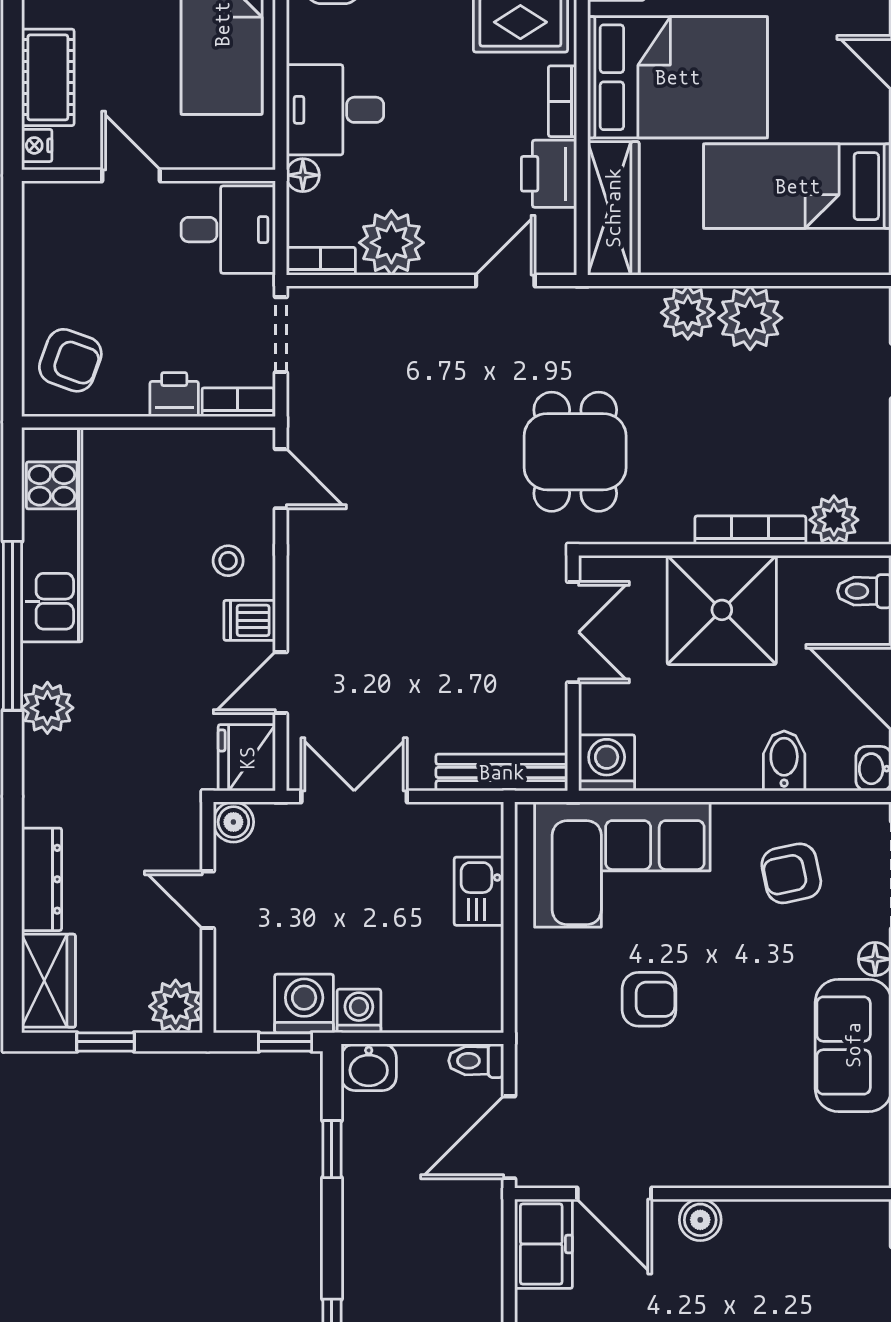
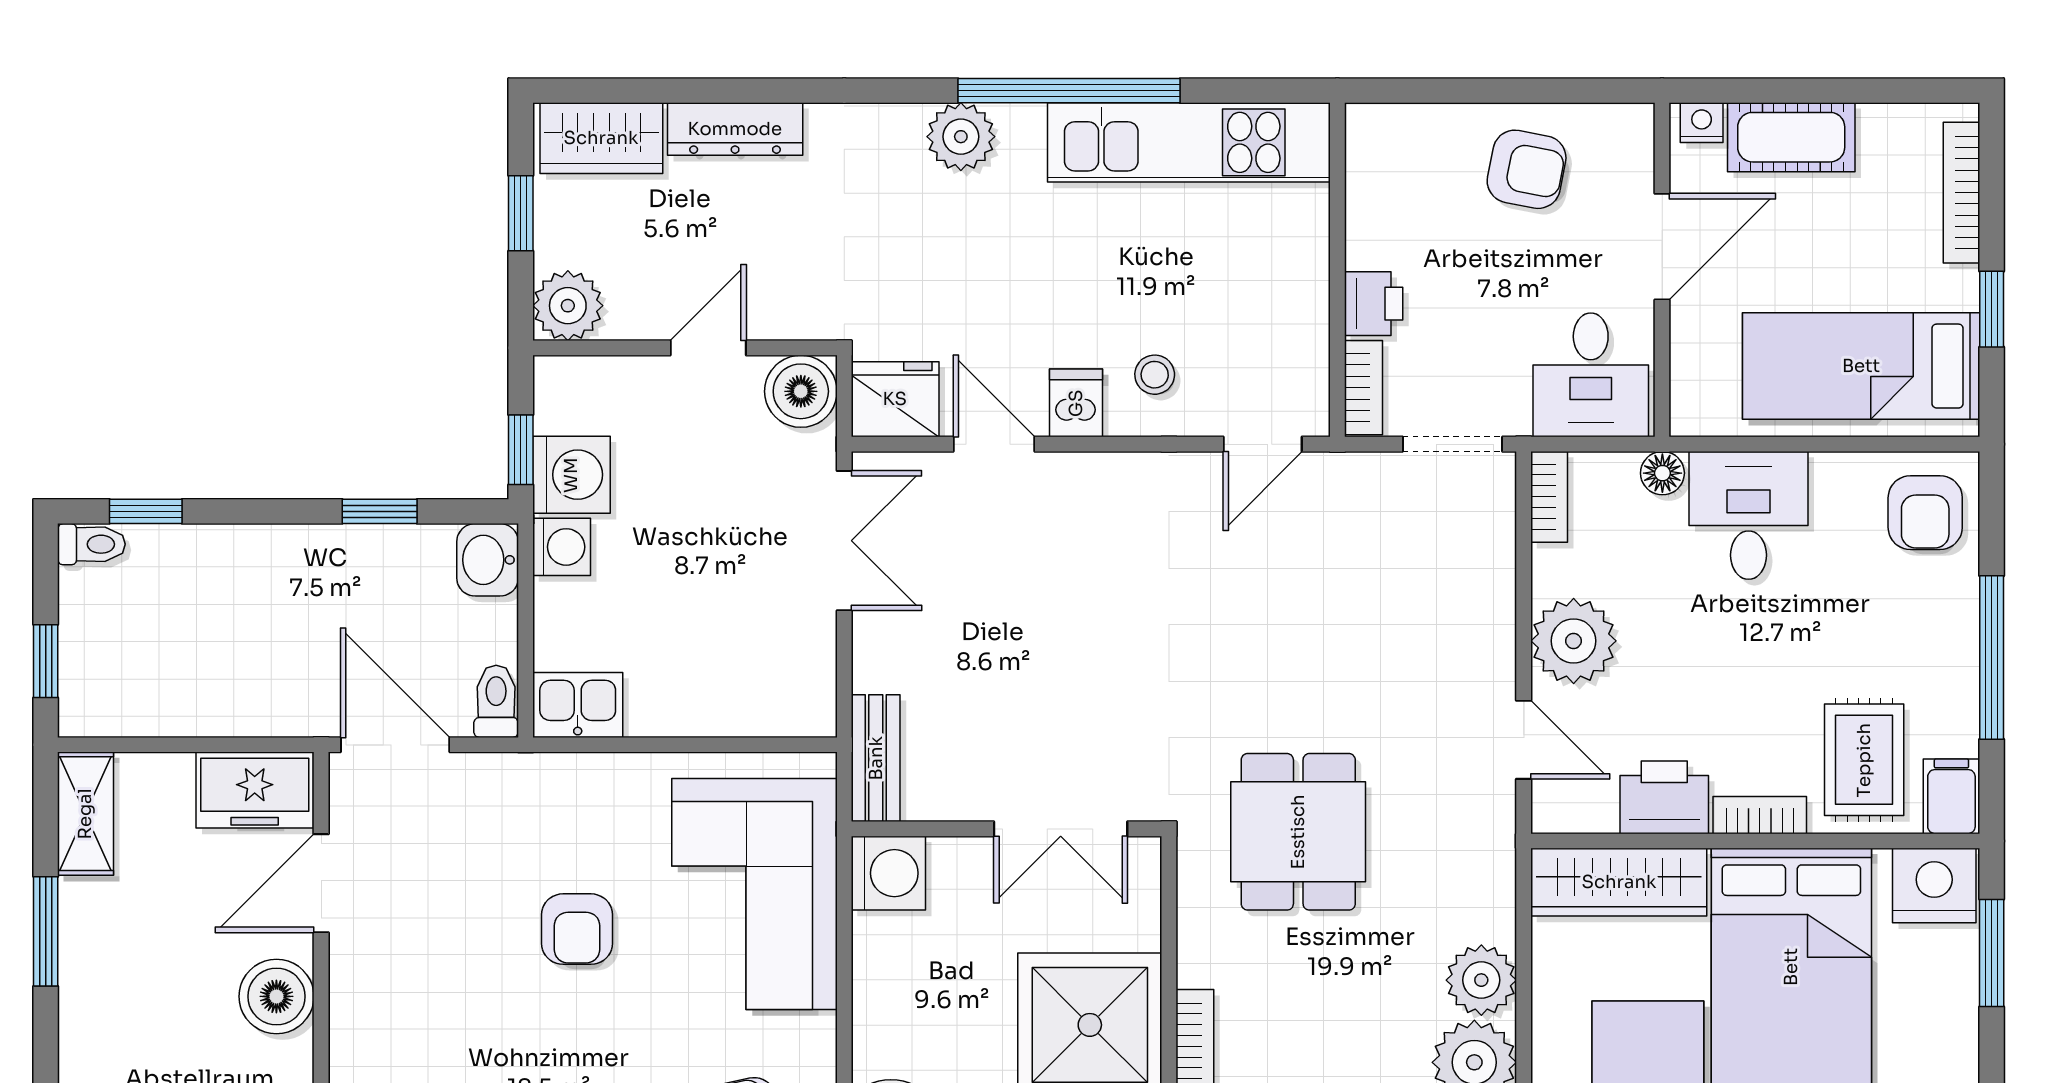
door: (131, 175) -> (1662, 247), width x1.38
plant: (391, 243) -> (1574, 641), moved
armchair: (70, 360) -> (1527, 169), moved, turned -99
dining table: (575, 452) -> (1298, 832), turned 90
bench: (502, 772) -> (876, 758), width x0.73
boiler: (233, 822) -> (801, 391), width x1.36, depth x1.36
kitchen sink: (479, 891) -> (578, 705), moved
boiler: (700, 1220) -> (276, 996), width x1.36, depth x1.36

